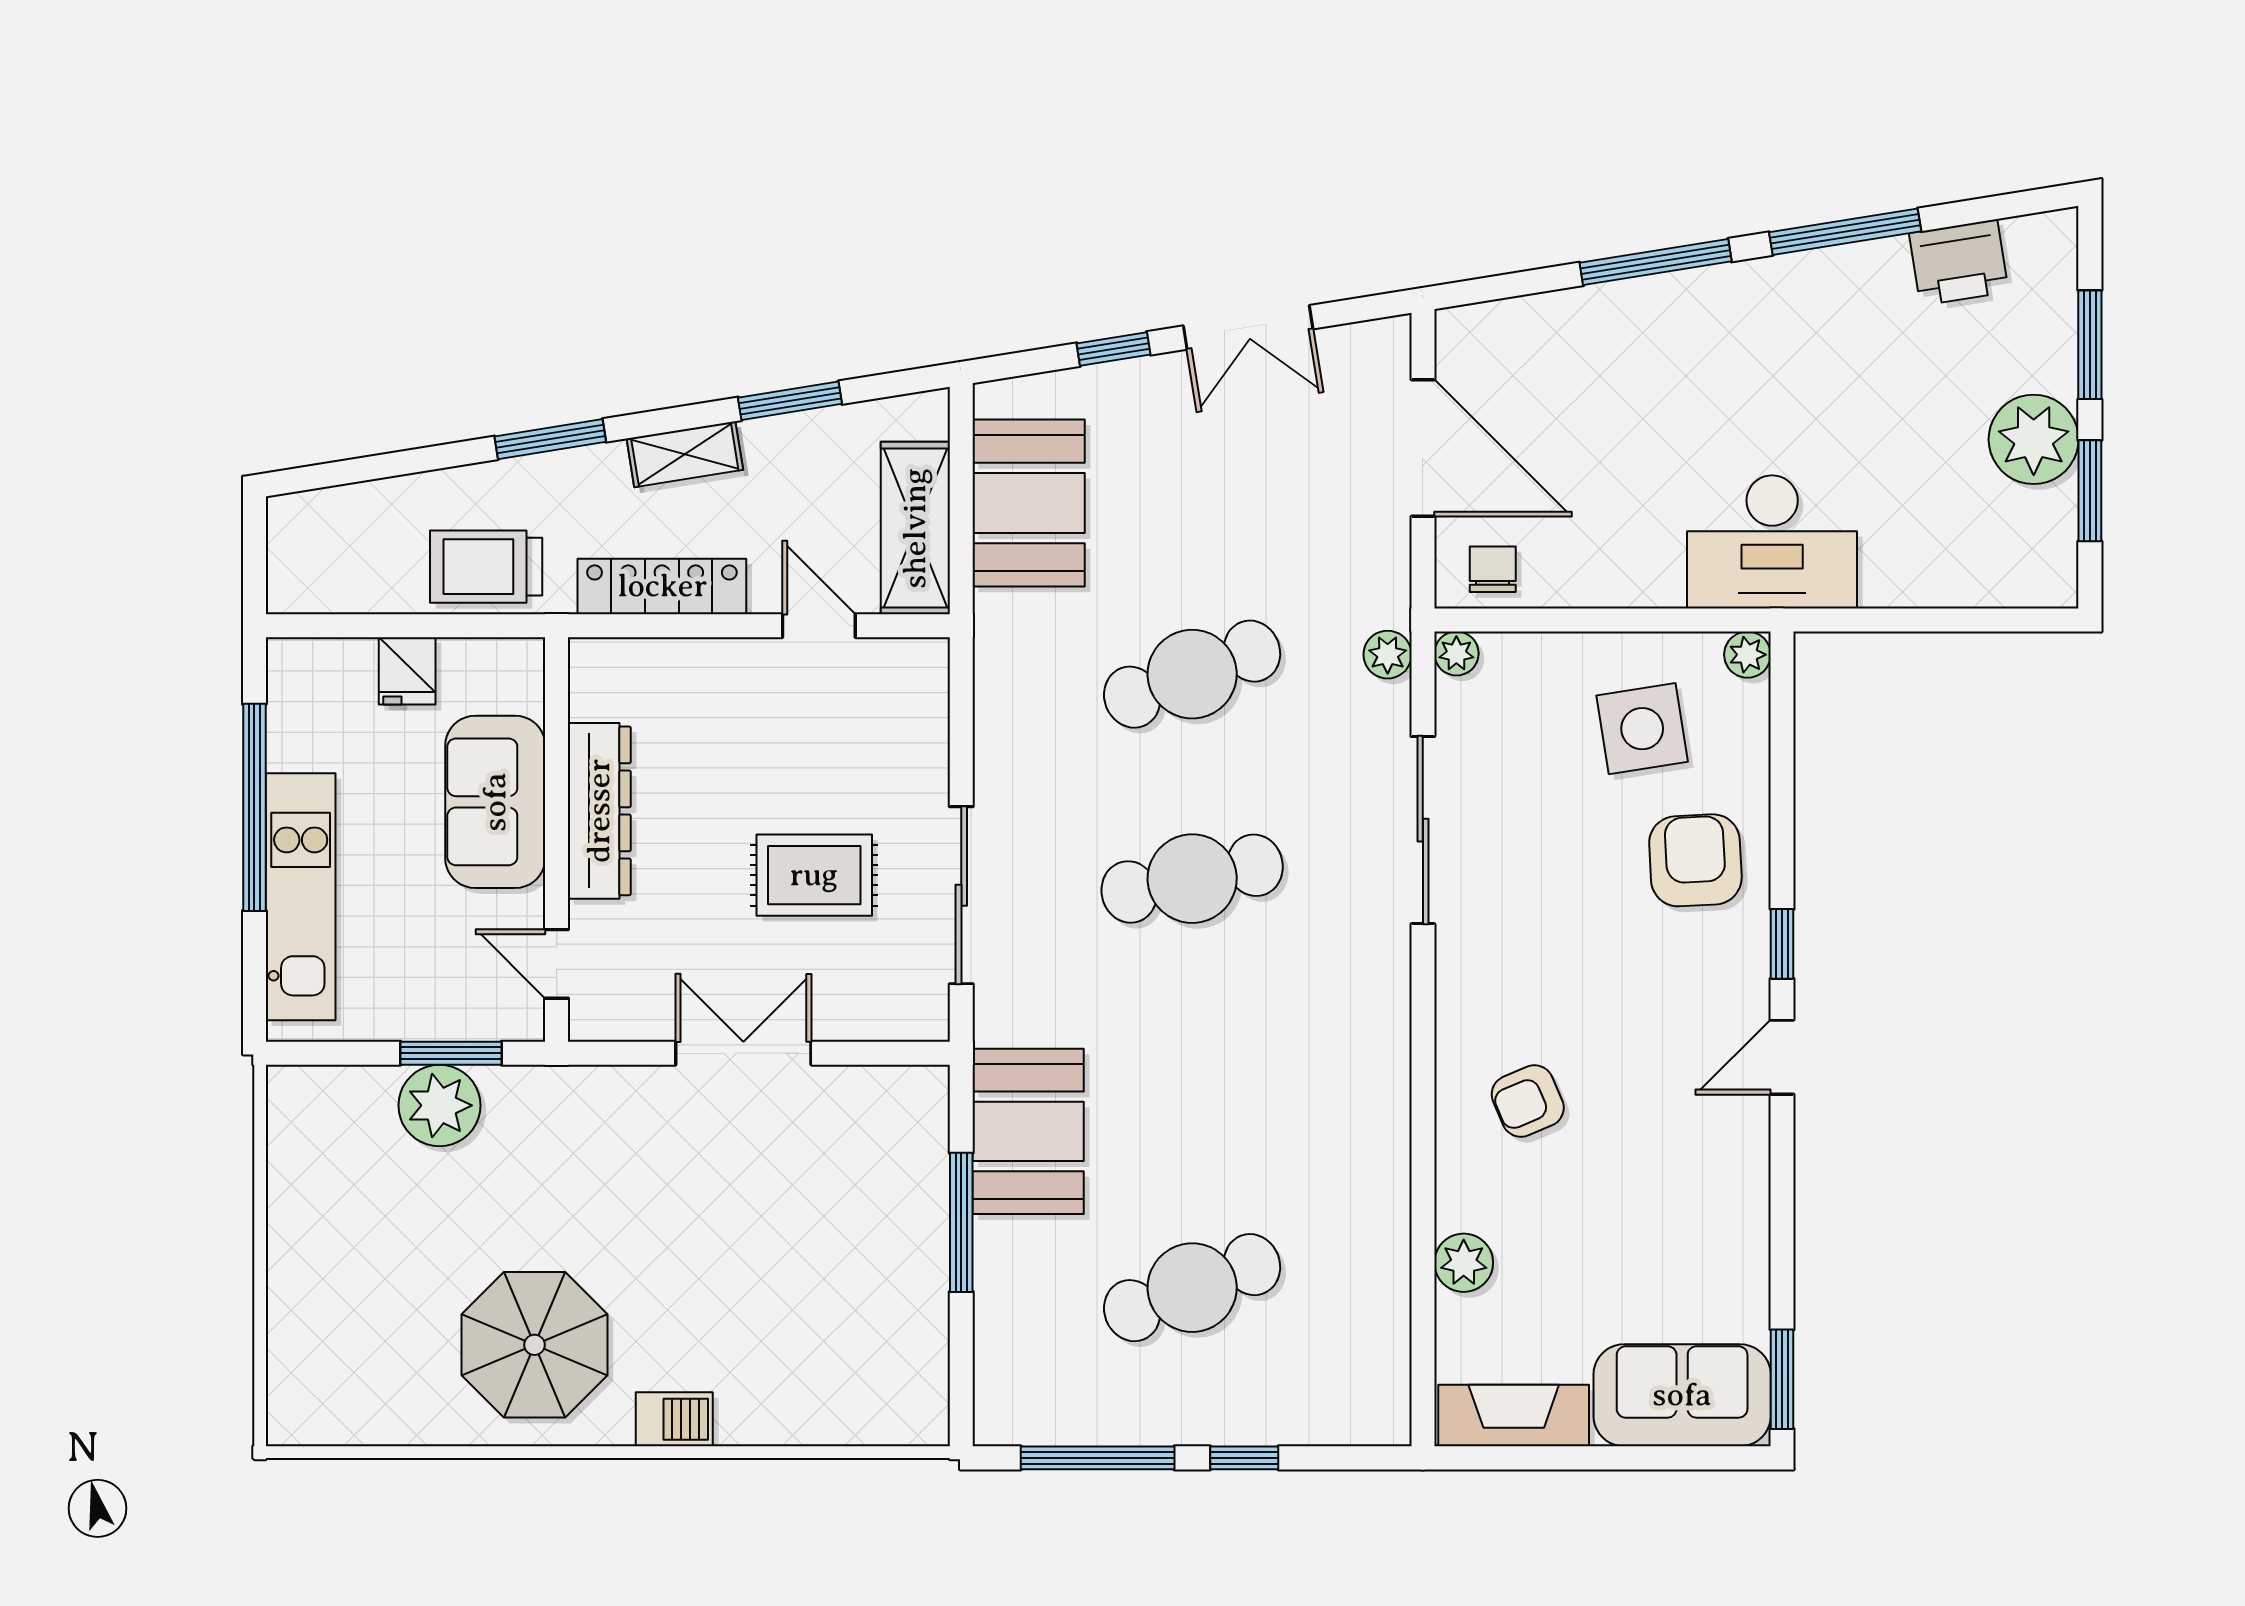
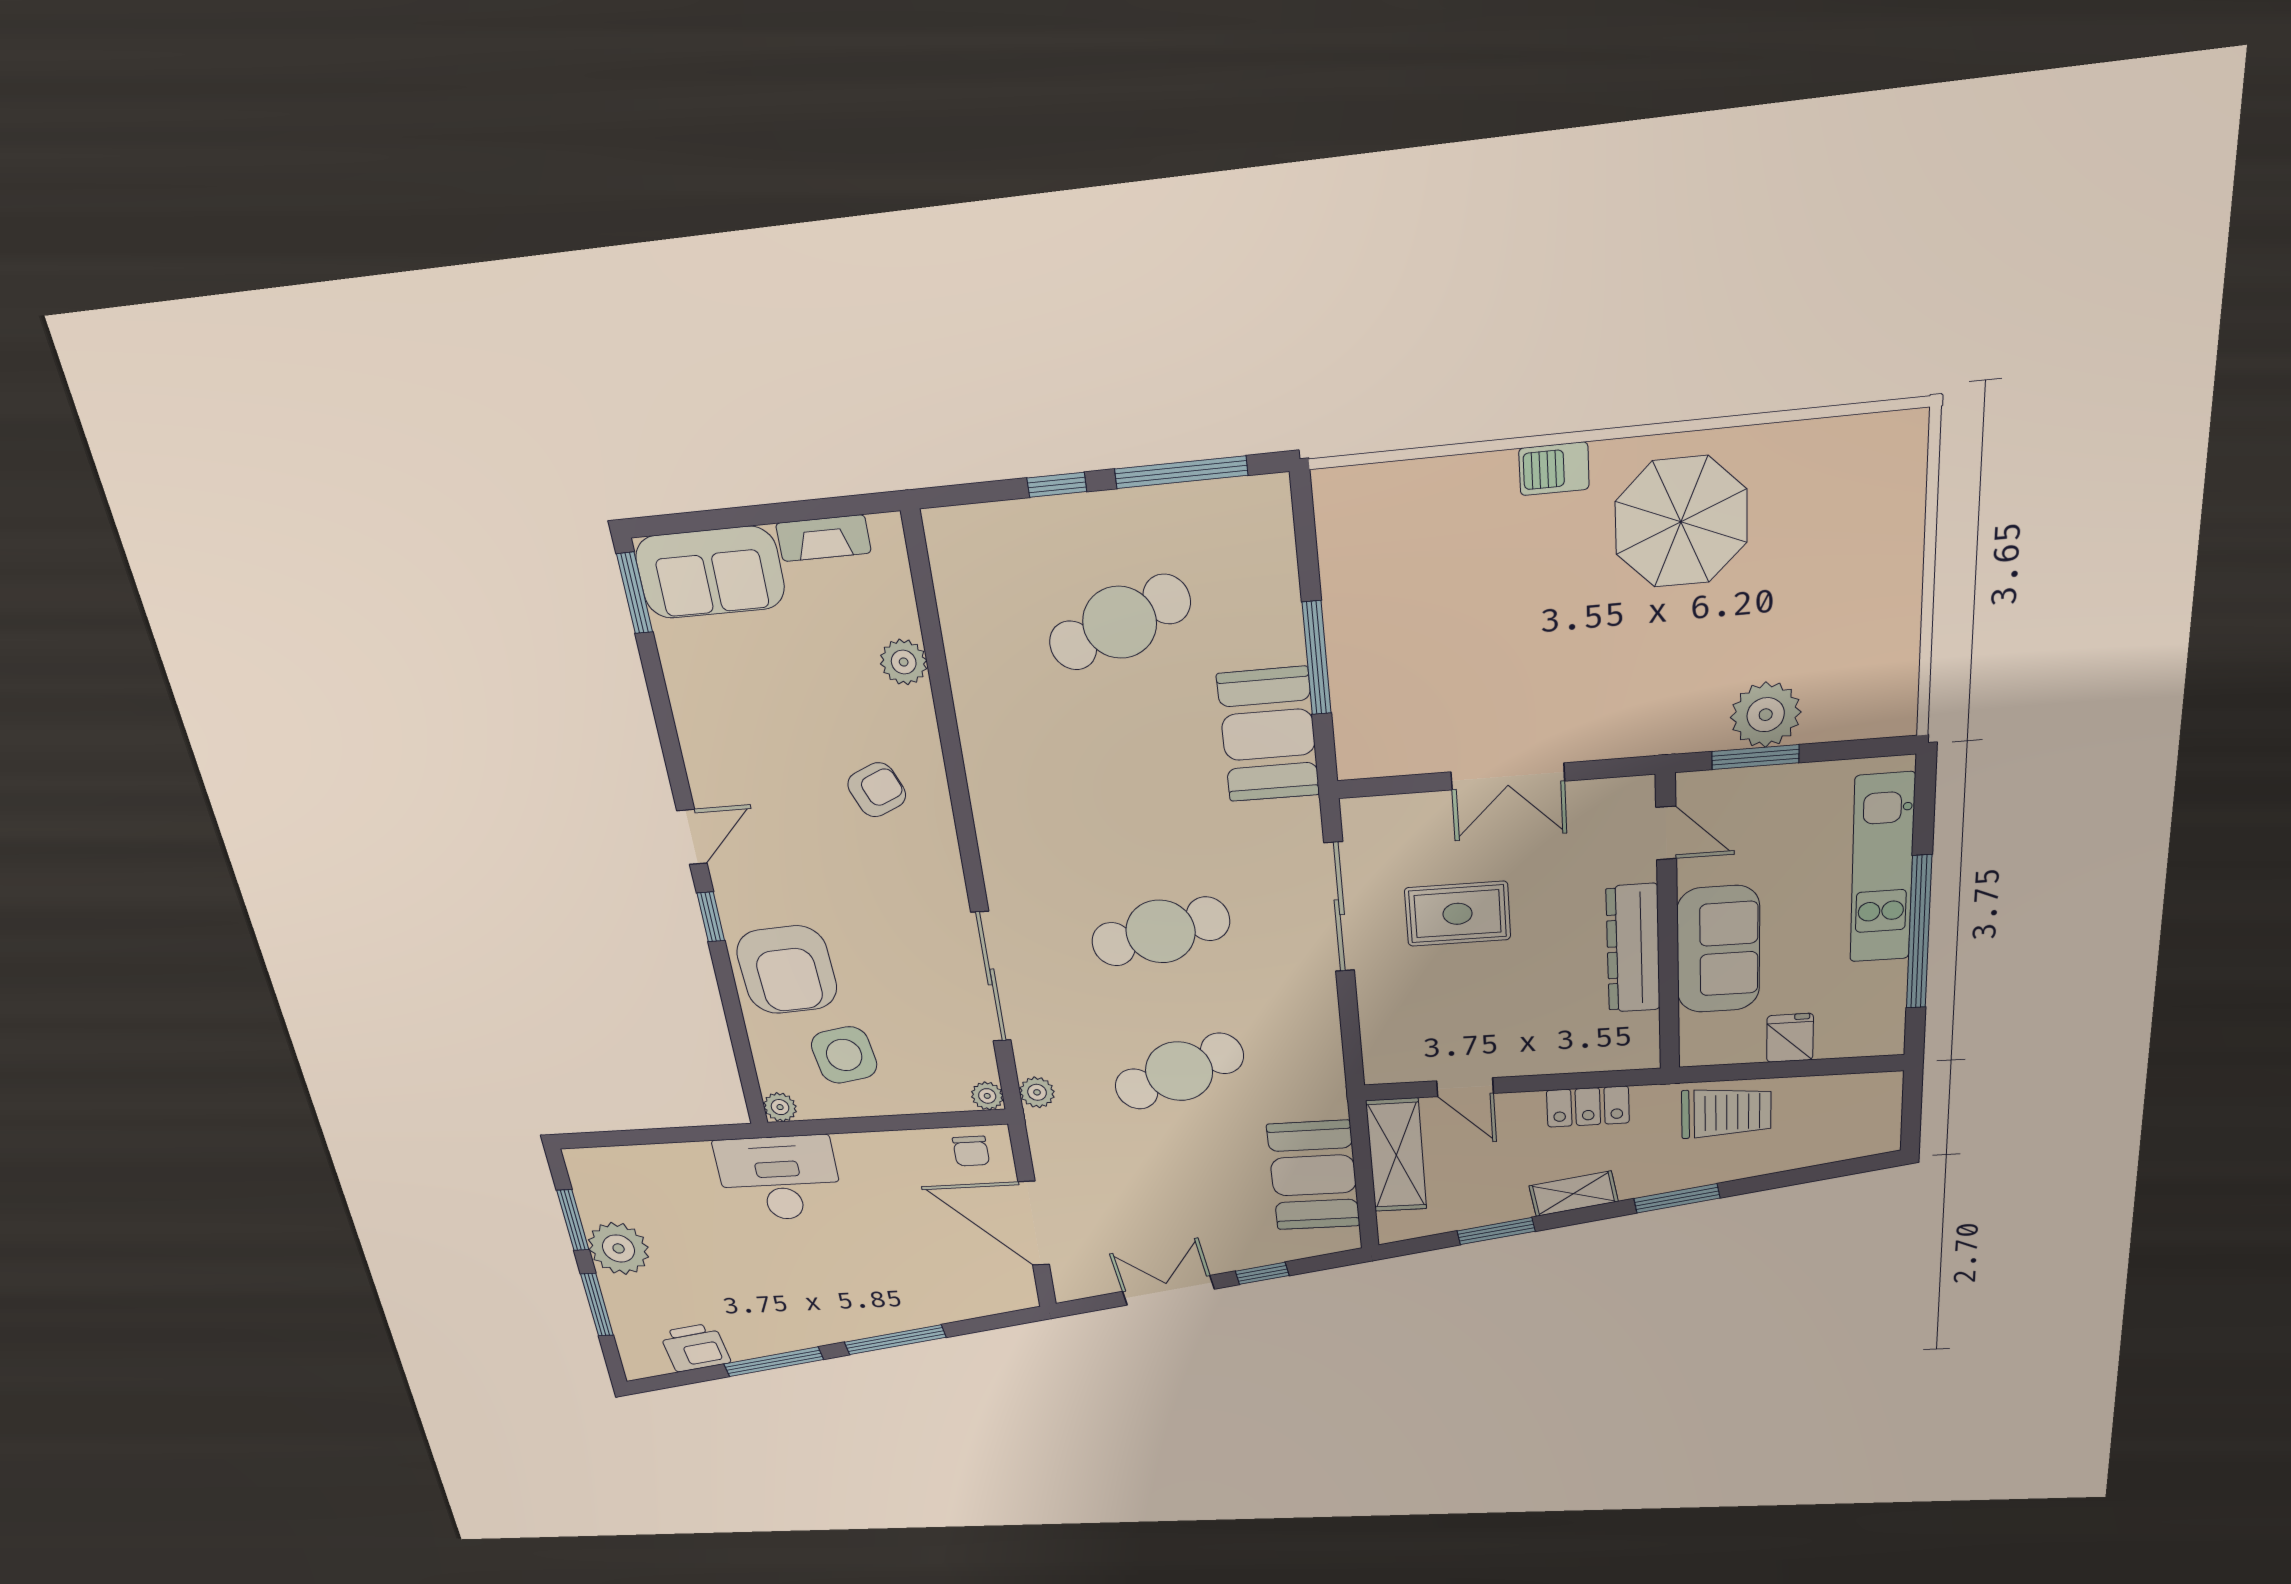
locker: (662, 586) -> (1588, 1107), width x0.66
armchair: (1695, 860) -> (787, 970), width x1.36, depth x1.36
fireplace: (1514, 1416) -> (823, 538), width x0.73, depth x0.76

